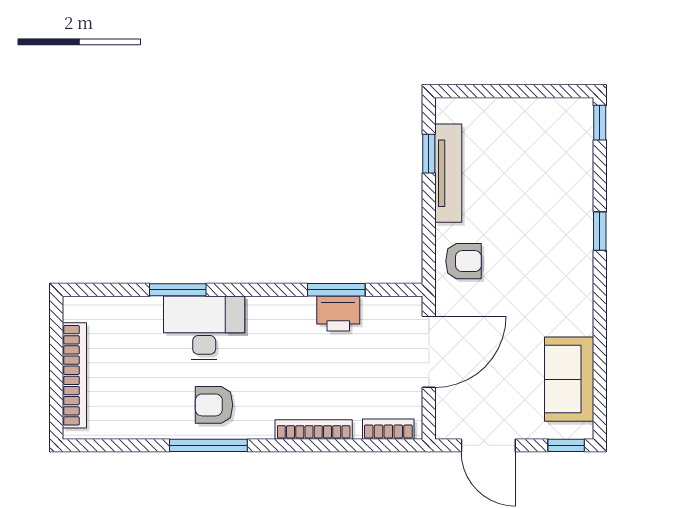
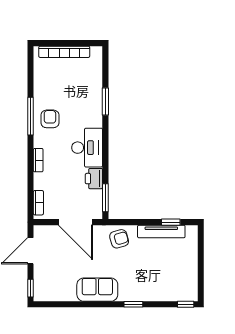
armchair: (463, 261) -> (119, 239), turned -106
window: (336, 290) -> (105, 198), moved
desk: (204, 328) -> (87, 148), moved
sofa: (569, 379) -> (97, 290), moved
bookcase: (314, 429) -> (38, 160), width x0.64

